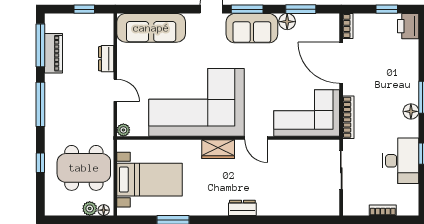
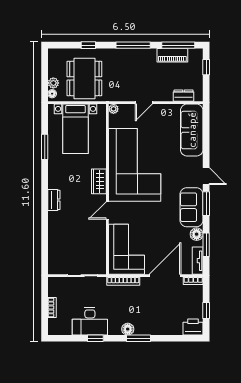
window: (84, 9) -> (206, 67), moved
tv unit: (322, 20) -> (198, 261), added
dresser: (106, 59) -> (184, 96), moved

